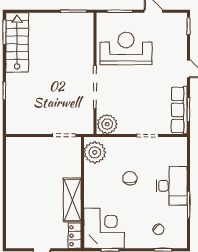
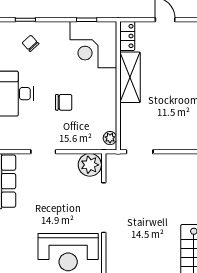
plant: (95, 152) -> (110, 138), width x0.53, depth x0.53
chair: (130, 178) -> (64, 102), turned -90

